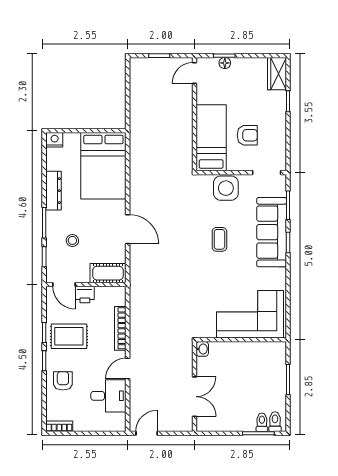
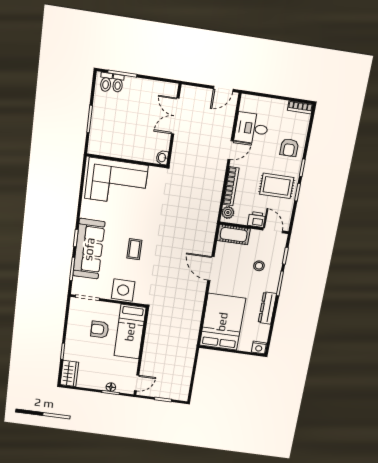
plant: (119, 298) -> (228, 212), added

